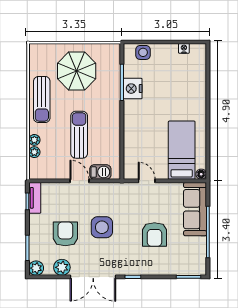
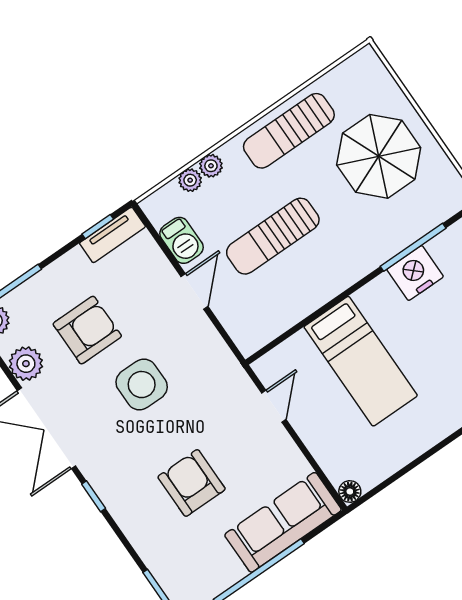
sun lounger: (79, 135) -> (273, 236), turned 180
bed: (182, 150) -> (361, 361), moved, turned 90
barbecue: (100, 172) -> (182, 240), moved
armchair: (154, 234) -> (192, 483), turned 90

